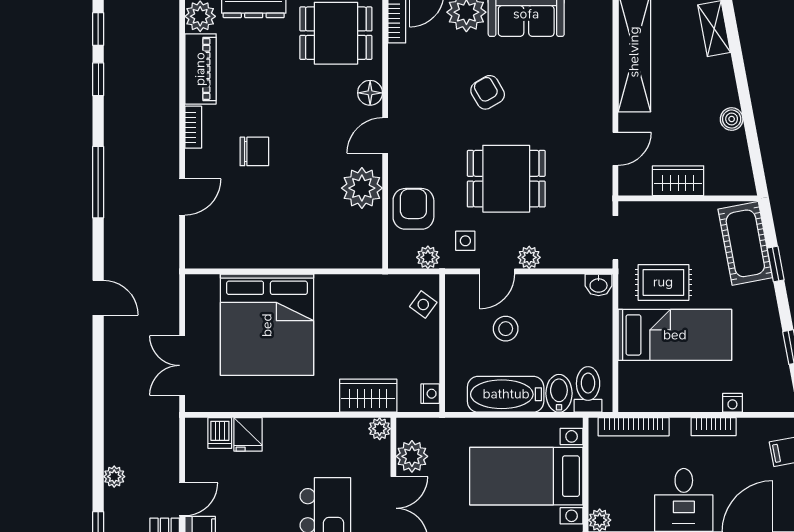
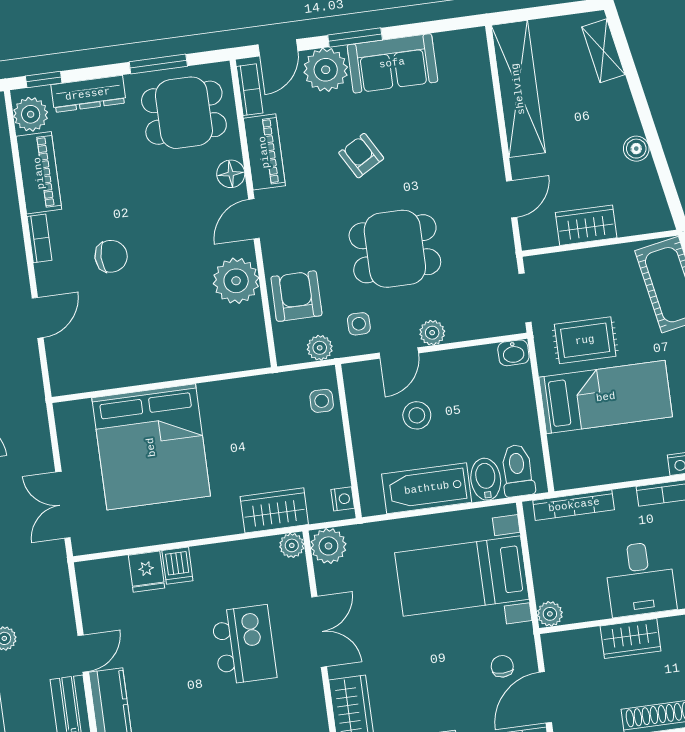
piano: (402, 78) -> (264, 152), added
side table: (423, 304) -> (322, 401), turned -36
dishwasher: (220, 433) -> (177, 566), moved
plant: (412, 456) -> (328, 546), moved

